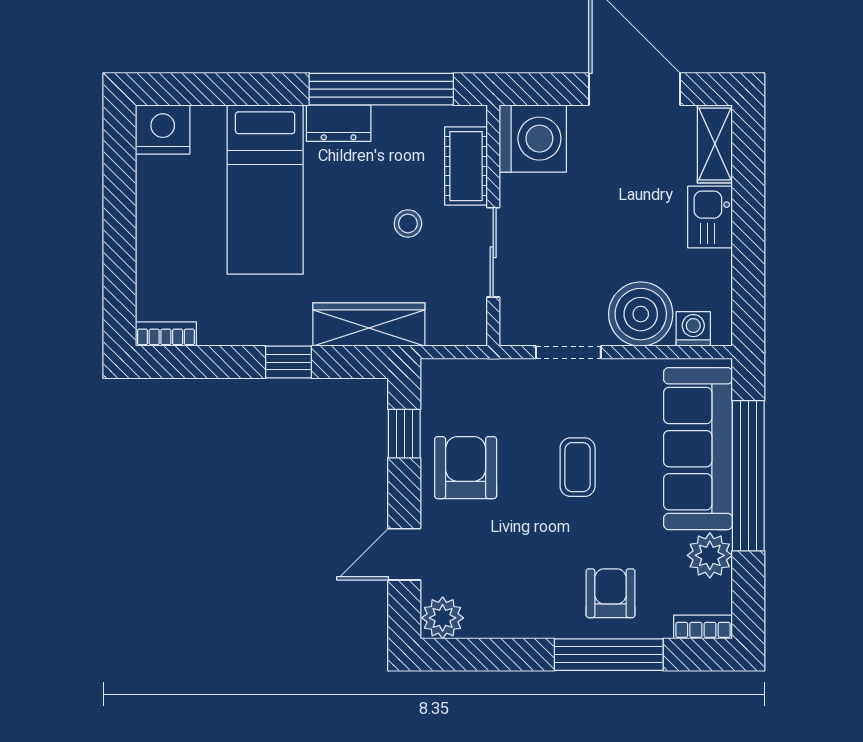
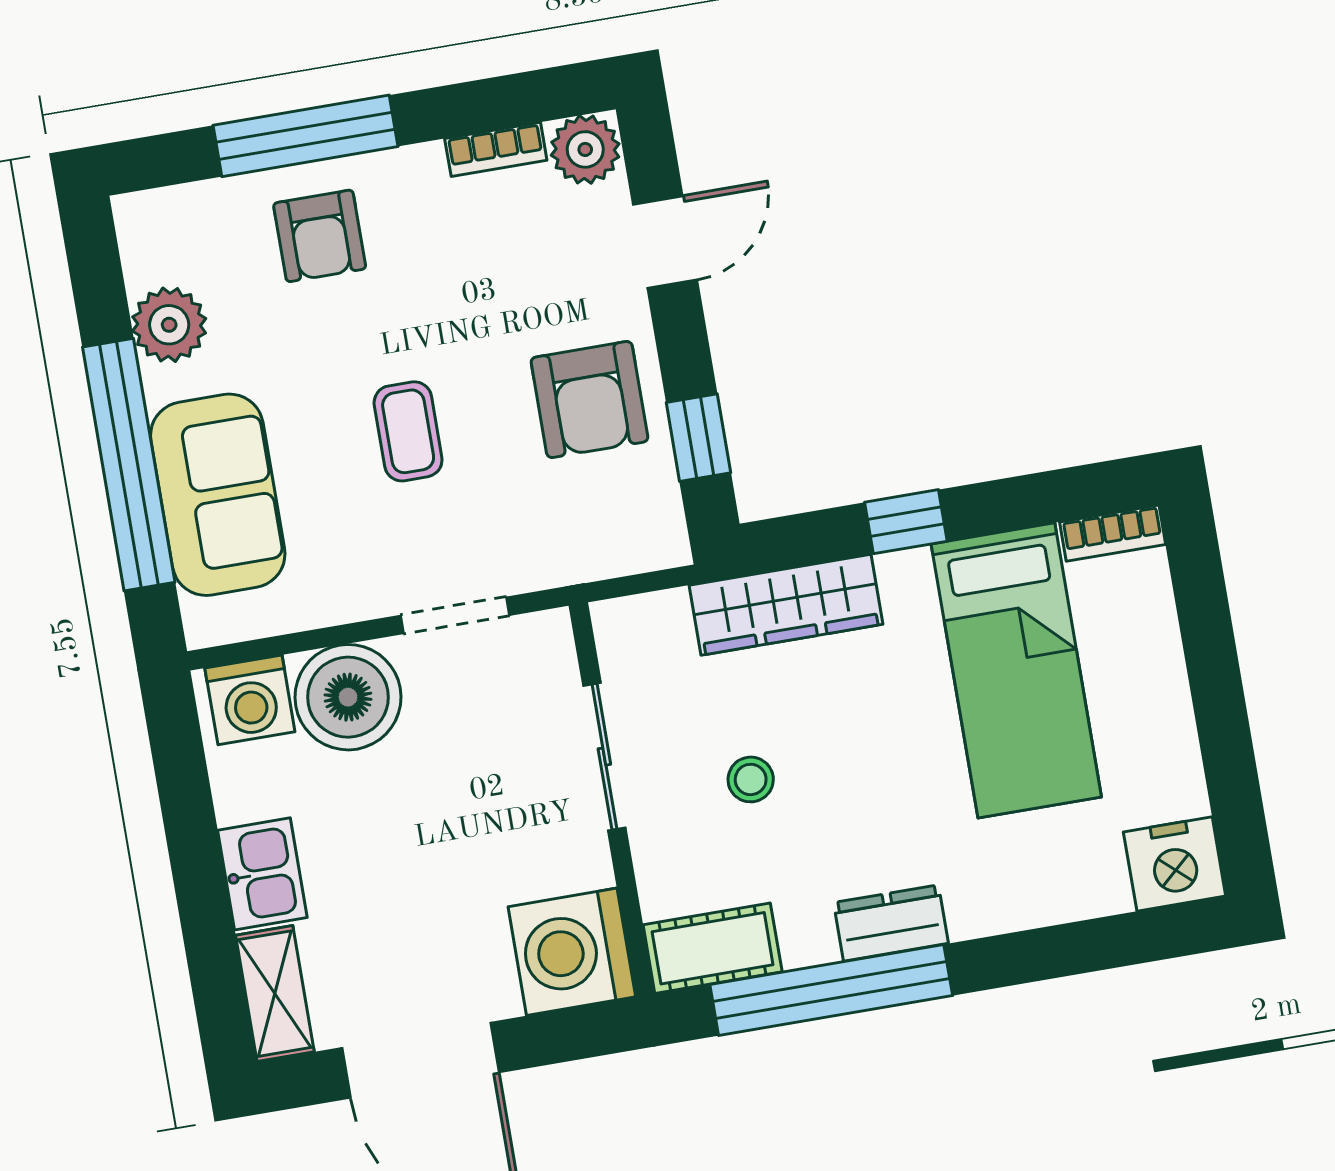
cot: (466, 166) -> (713, 948), moved, turned 90
bed: (265, 190) -> (1016, 670), moved, turned 180
washing machine: (693, 329) -> (250, 700), width x1.38, depth x1.38
sofa: (698, 449) -> (218, 495), width x0.73
bookcase: (703, 627) -> (496, 149), moved

